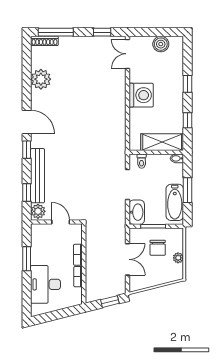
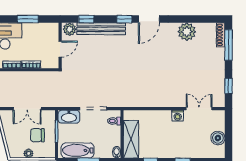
double door: (128, 54) -> (199, 109), moved
washing machine: (141, 95) -> (178, 116), width x0.53, depth x0.53

